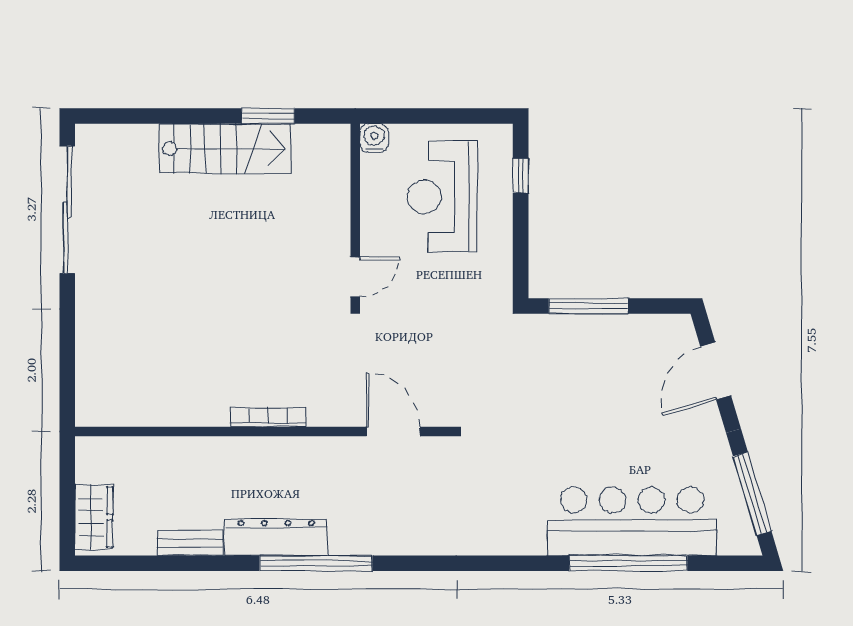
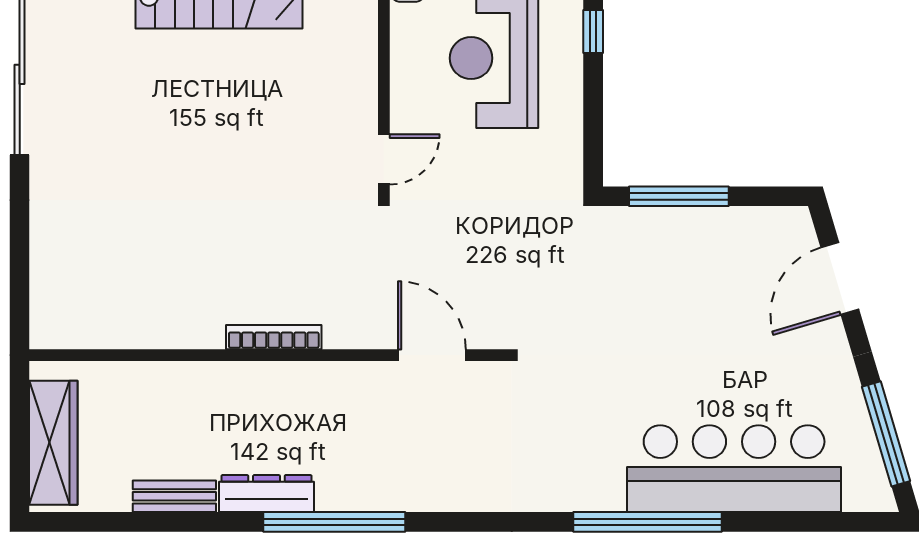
wardrobe: (94, 517) -> (53, 443), width x1.50
dresser: (276, 537) -> (267, 494), width x0.73, depth x0.80
window: (628, 563) -> (647, 522), moved

